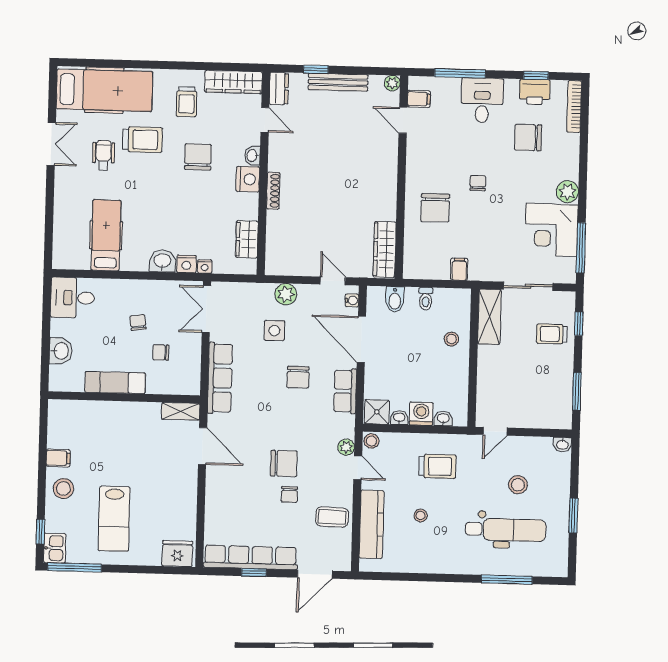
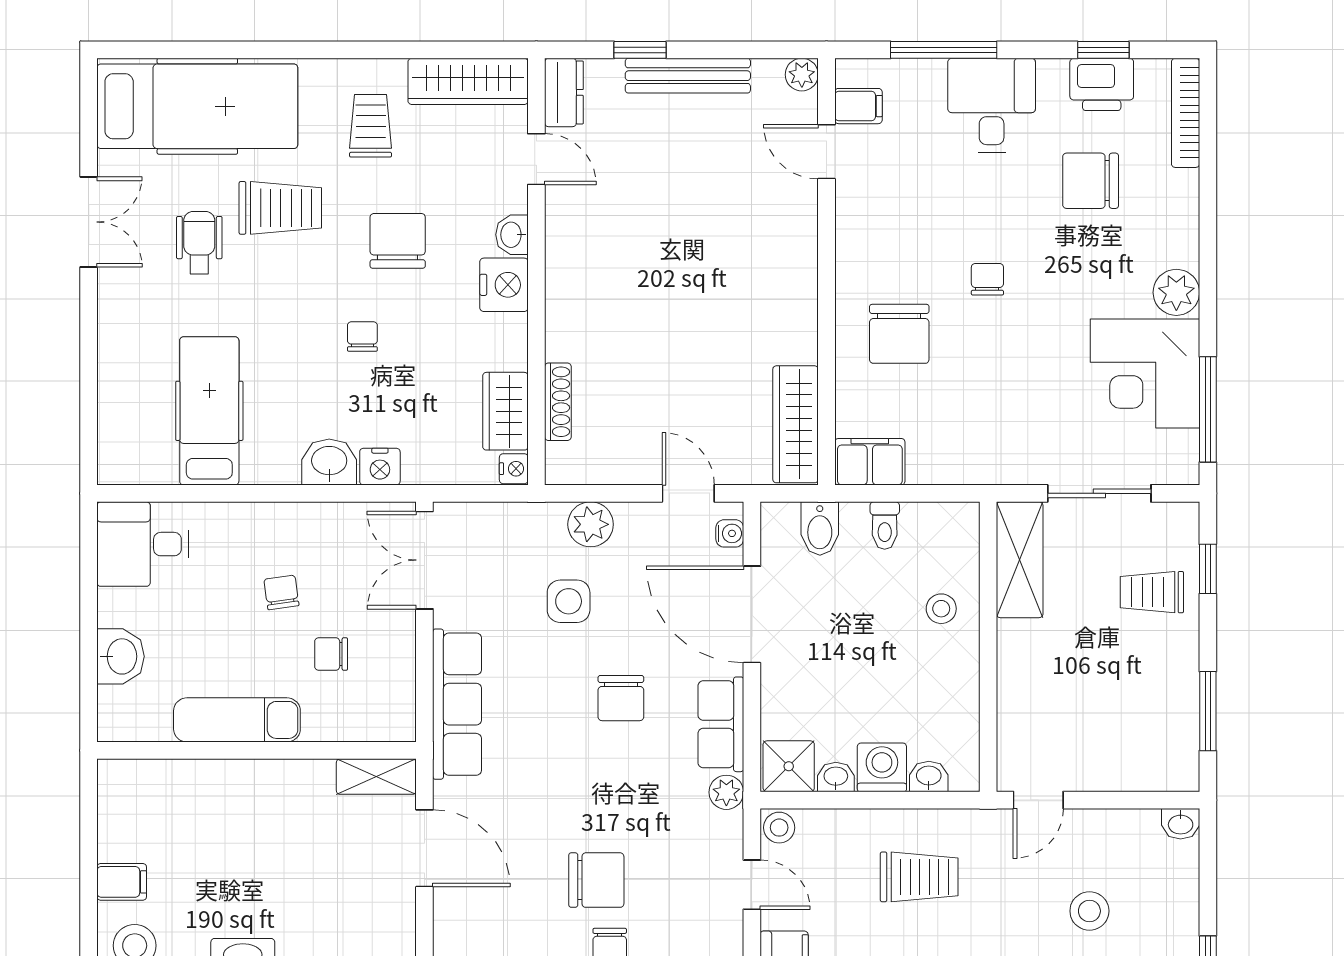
trolley: (187, 102) -> (371, 126), turned 180
shoe rack: (273, 191) -> (558, 402), moved
chair: (180, 202) -> (362, 337), added
nightstand: (205, 267) -> (514, 469), moved, turned -90
filing cabinet: (459, 269) -> (870, 462), moved, width x2.00
plant: (346, 447) -> (726, 792), moved

